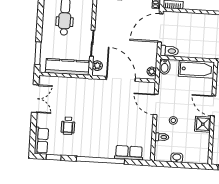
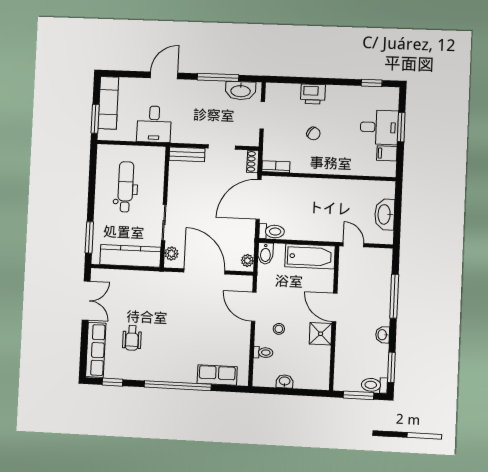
row of seats: (41, 140) -> (96, 350), width x1.48

